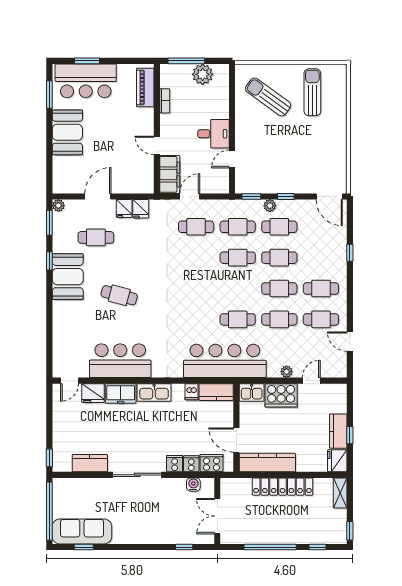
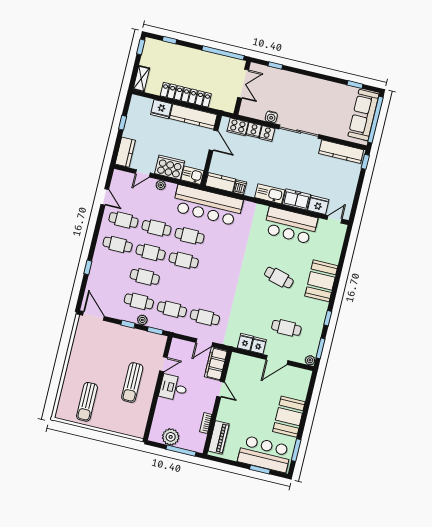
sun lounger: (268, 97) -> (132, 382), moved, turned 54
cafe table: (238, 258) -> (184, 260), moved
booth: (68, 277) -> (321, 281), moved
kitchen counter: (338, 431) -> (125, 152), moved
fridge: (337, 461) -> (161, 109), moved, turned 90
kitchen counter: (90, 463) -> (341, 152), width x1.50
water cooler: (193, 485) -> (271, 117), moved
sofa: (82, 531) -> (363, 115), moved, turned 90
window: (270, 547) -> (223, 53), moved

